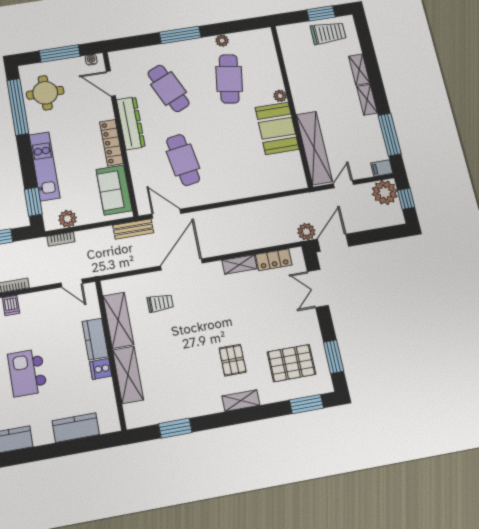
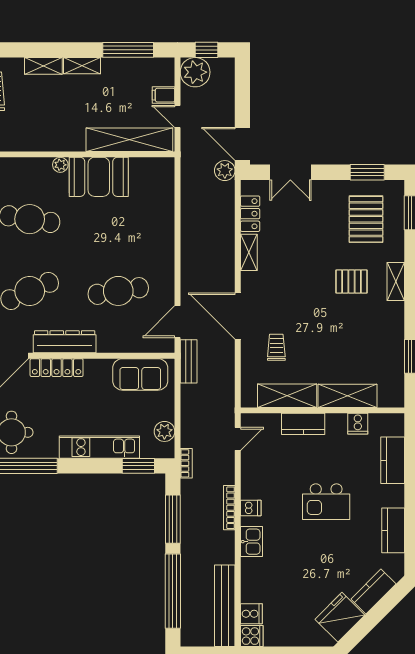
locker: (111, 143) -> (57, 368), moved
filing cabinet: (382, 168) -> (163, 95), moved, turned 90
bookcase: (61, 239) -> (186, 463), moved
cooker: (101, 369) -> (358, 424), moved

